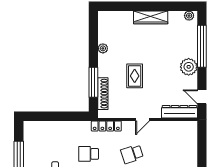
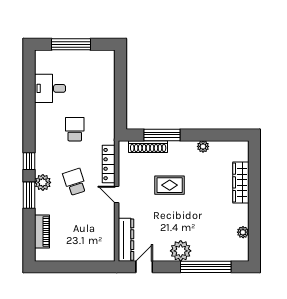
plant: (189, 16) -> (243, 232), moved
wardrobe: (151, 17) -> (241, 182), moved
locker: (106, 126) -> (109, 164), moved

